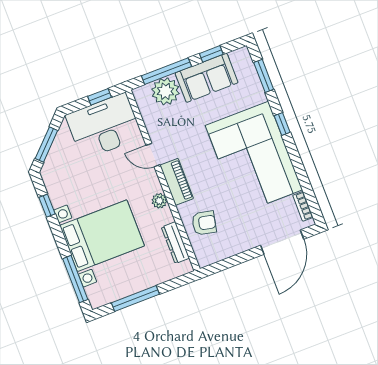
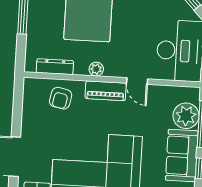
door: (153, 155) -> (137, 81), swing flipped

